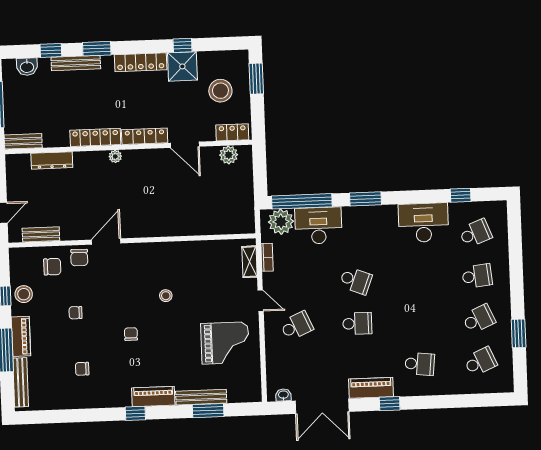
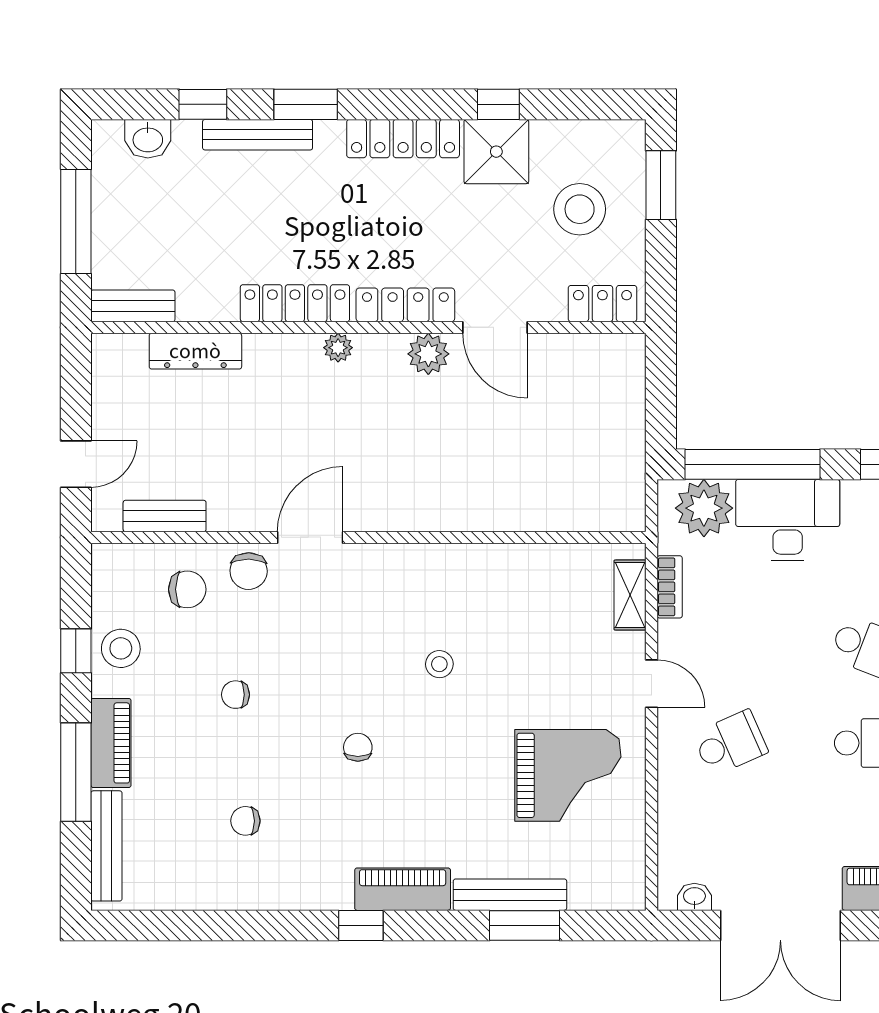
plant: (229, 155) -> (428, 354), moved

